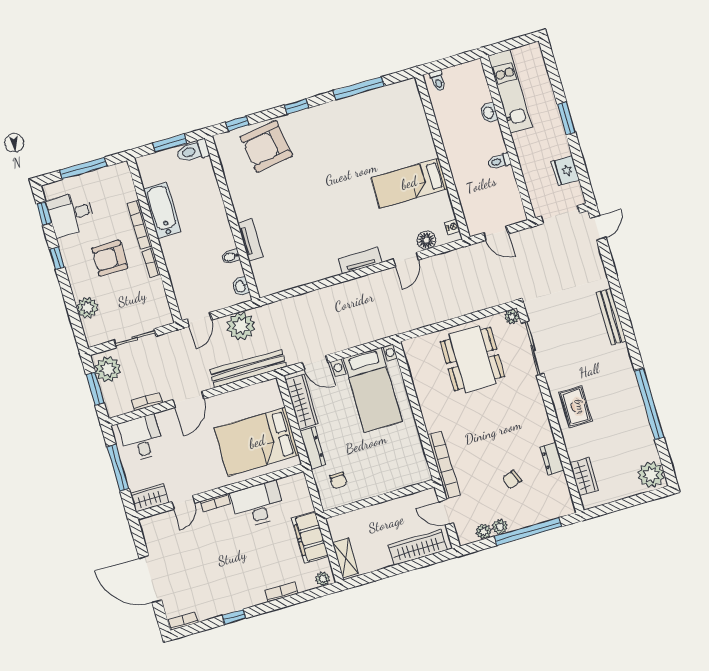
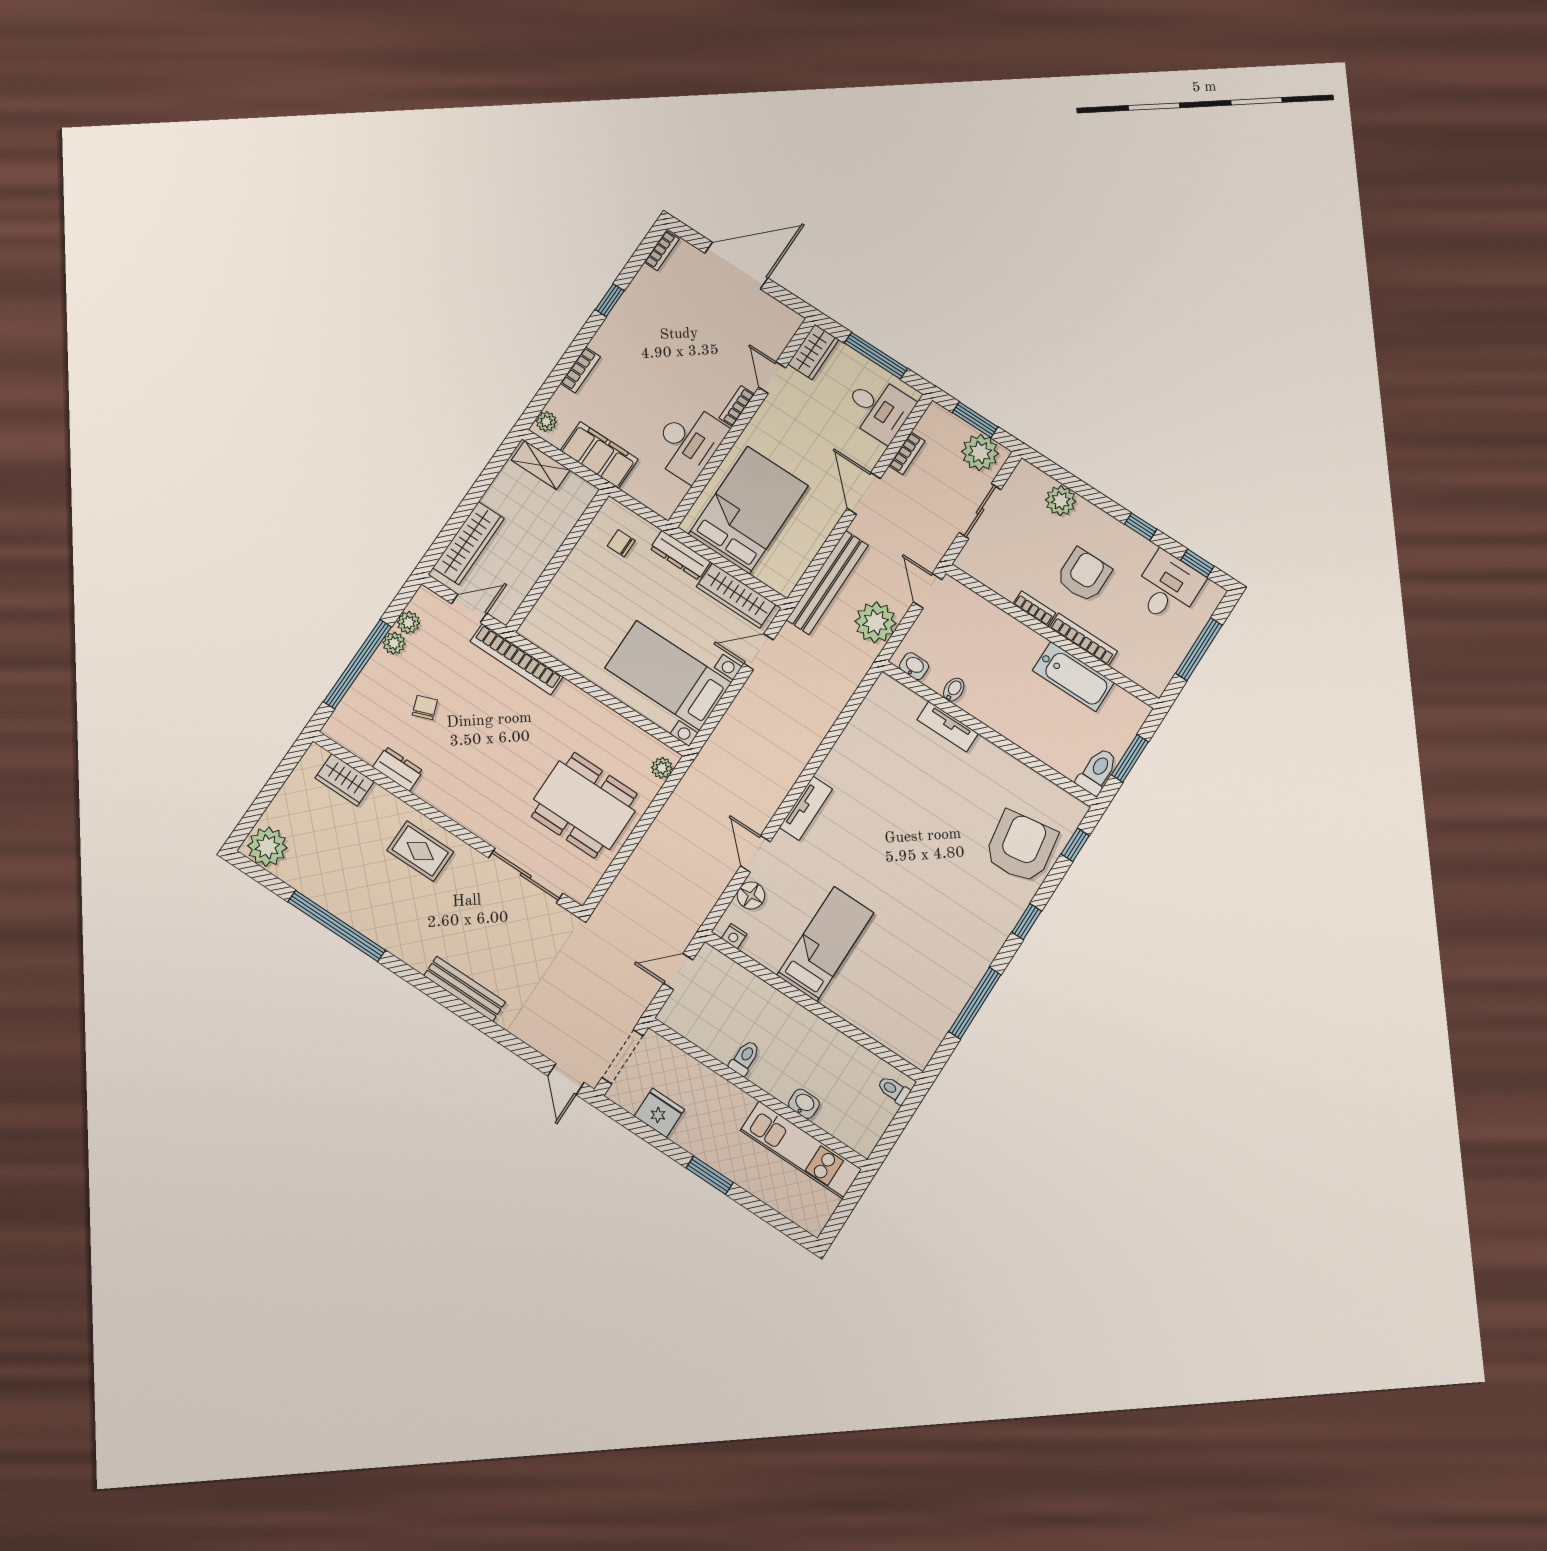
plant: (512, 317) -> (662, 768), moved

